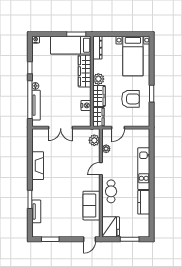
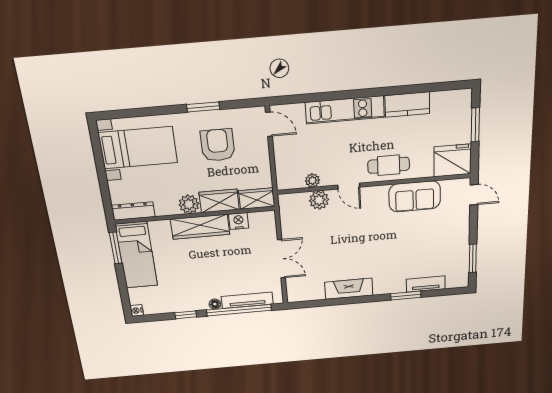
wardrobe: (85, 71) -> (200, 227), moved
door: (118, 128) -> (269, 124), moved
plant: (94, 140) -> (319, 200), moved

